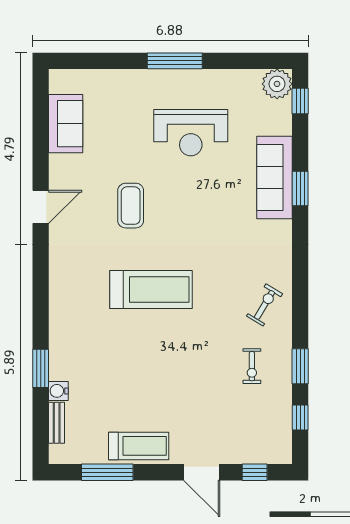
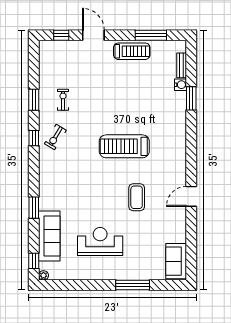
window: (175, 61) -> (133, 285), moved
plant: (277, 84) -> (43, 275), width x0.53, depth x0.53
sofa: (66, 124) -> (176, 261), moved
sofa: (274, 178) -> (49, 236), moved
window: (300, 417) -> (34, 138), moved
treadmill: (139, 446) -> (132, 51), turned 180

